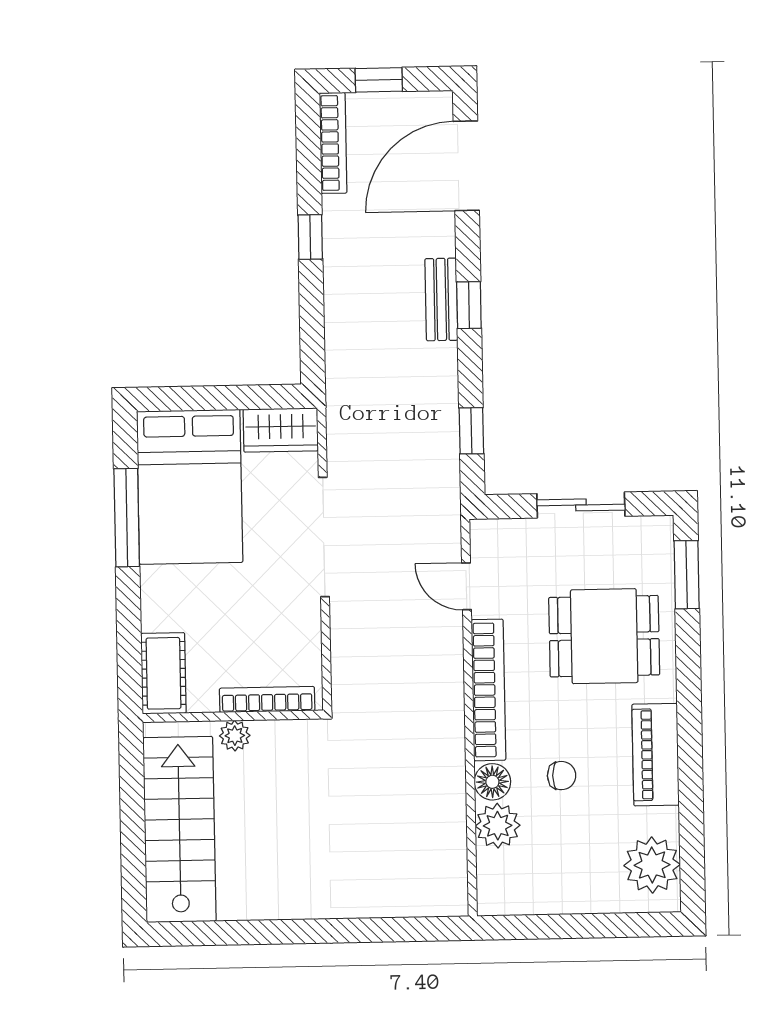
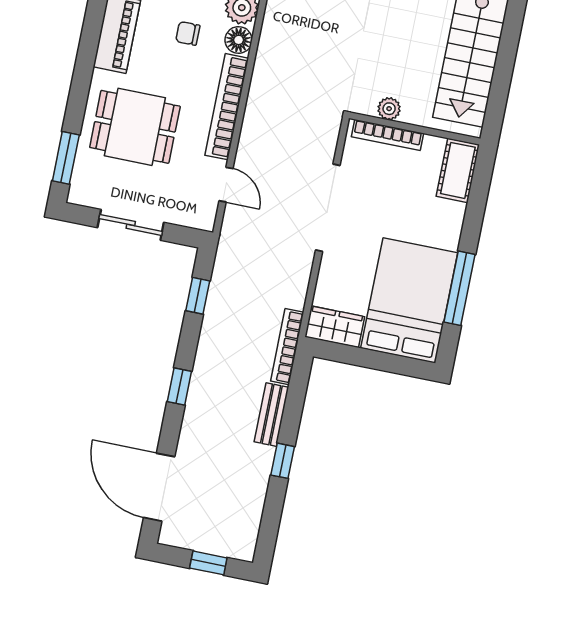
bookcase: (333, 143) -> (287, 347), moved
door: (466, 166) -> (159, 487), swing flipped
bench: (441, 299) -> (271, 415), moved
doorway: (324, 537) -> (328, 208), moved
plant: (235, 736) -> (389, 109), moved

